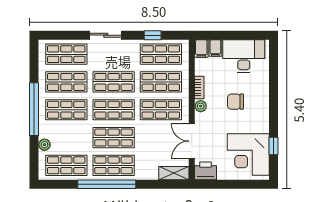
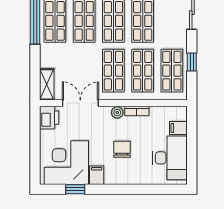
filing cabinet: (201, 48) -> (97, 175), moved, turned 90

